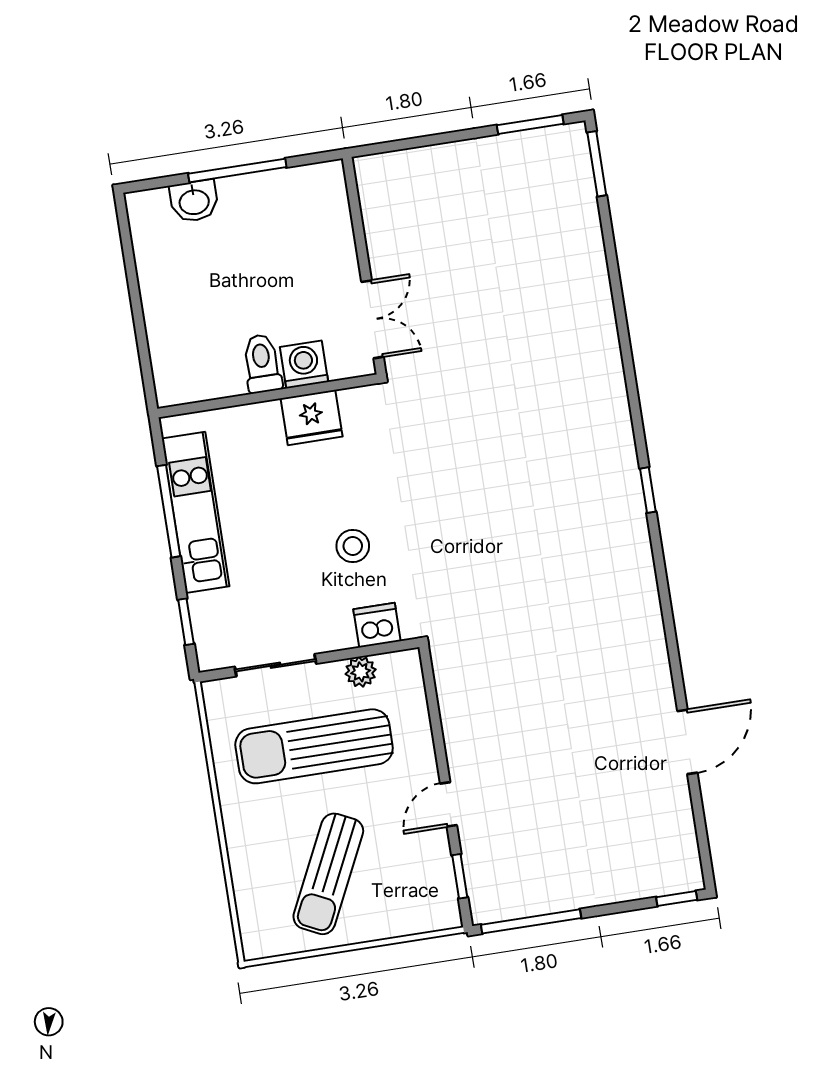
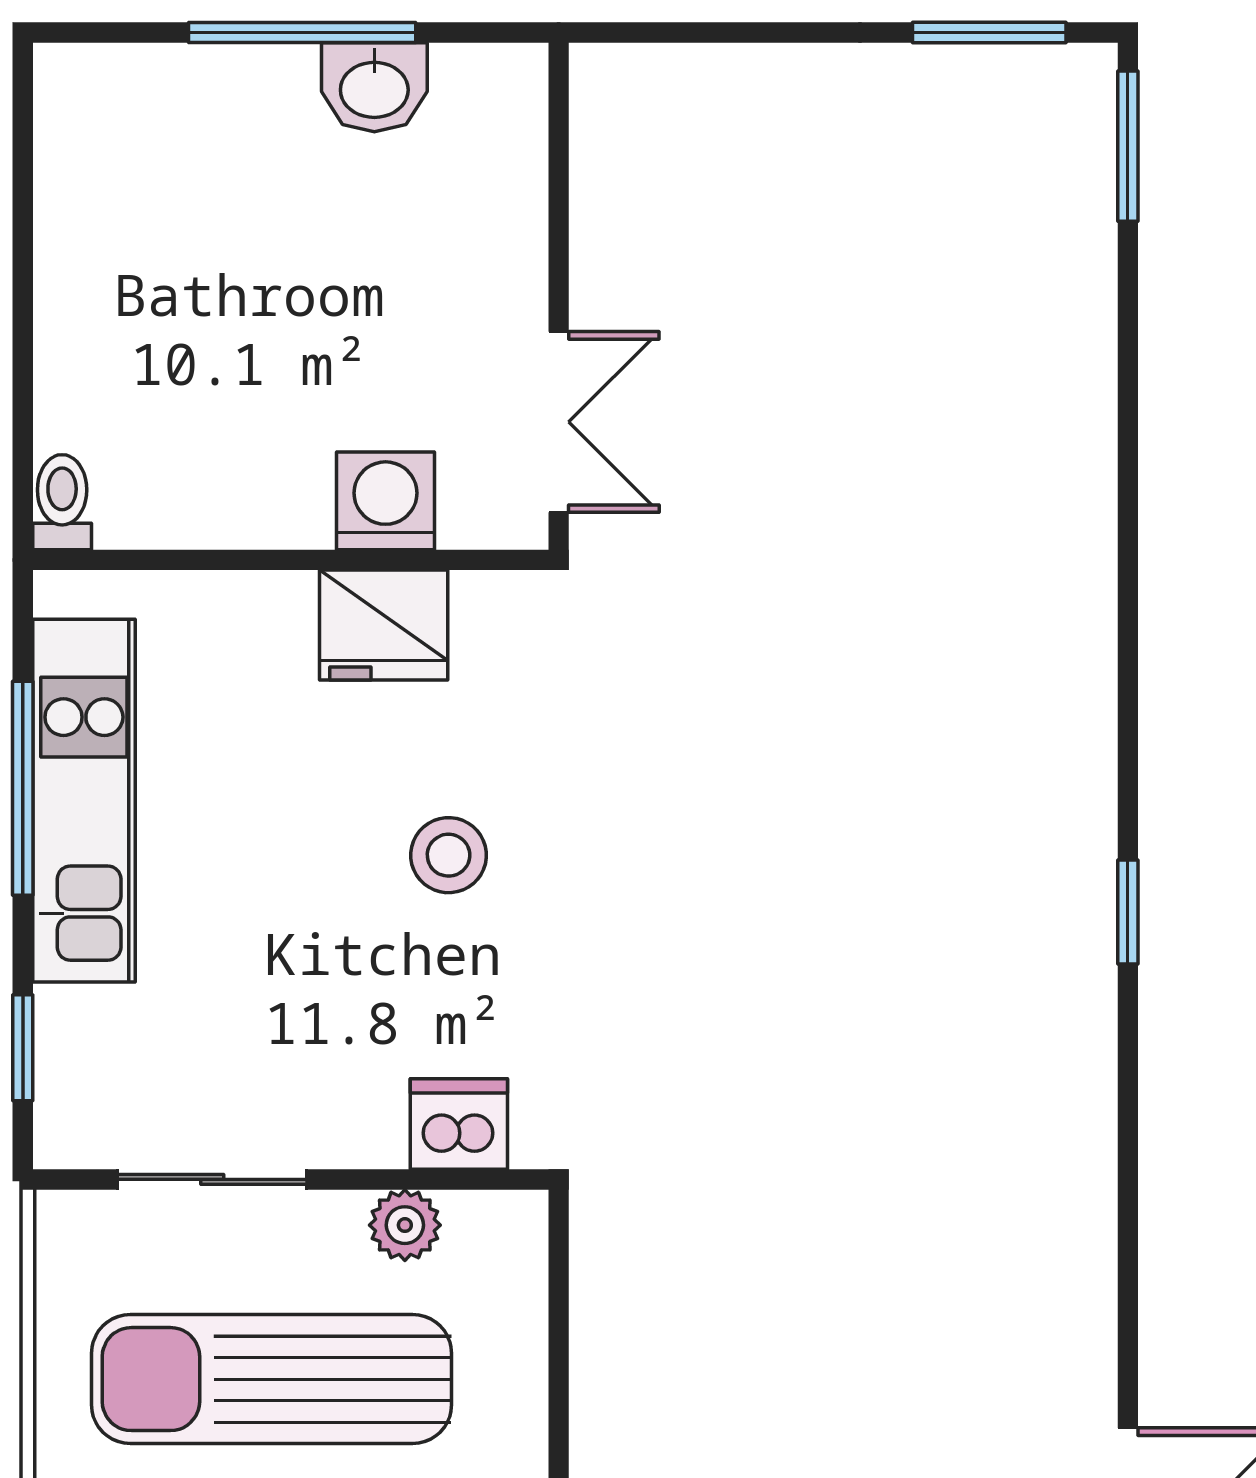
washbasin: (194, 201) -> (374, 87), moved
toilet: (262, 364) -> (62, 502), moved, width x0.73, depth x0.72
stool: (353, 546) -> (449, 855), moved

